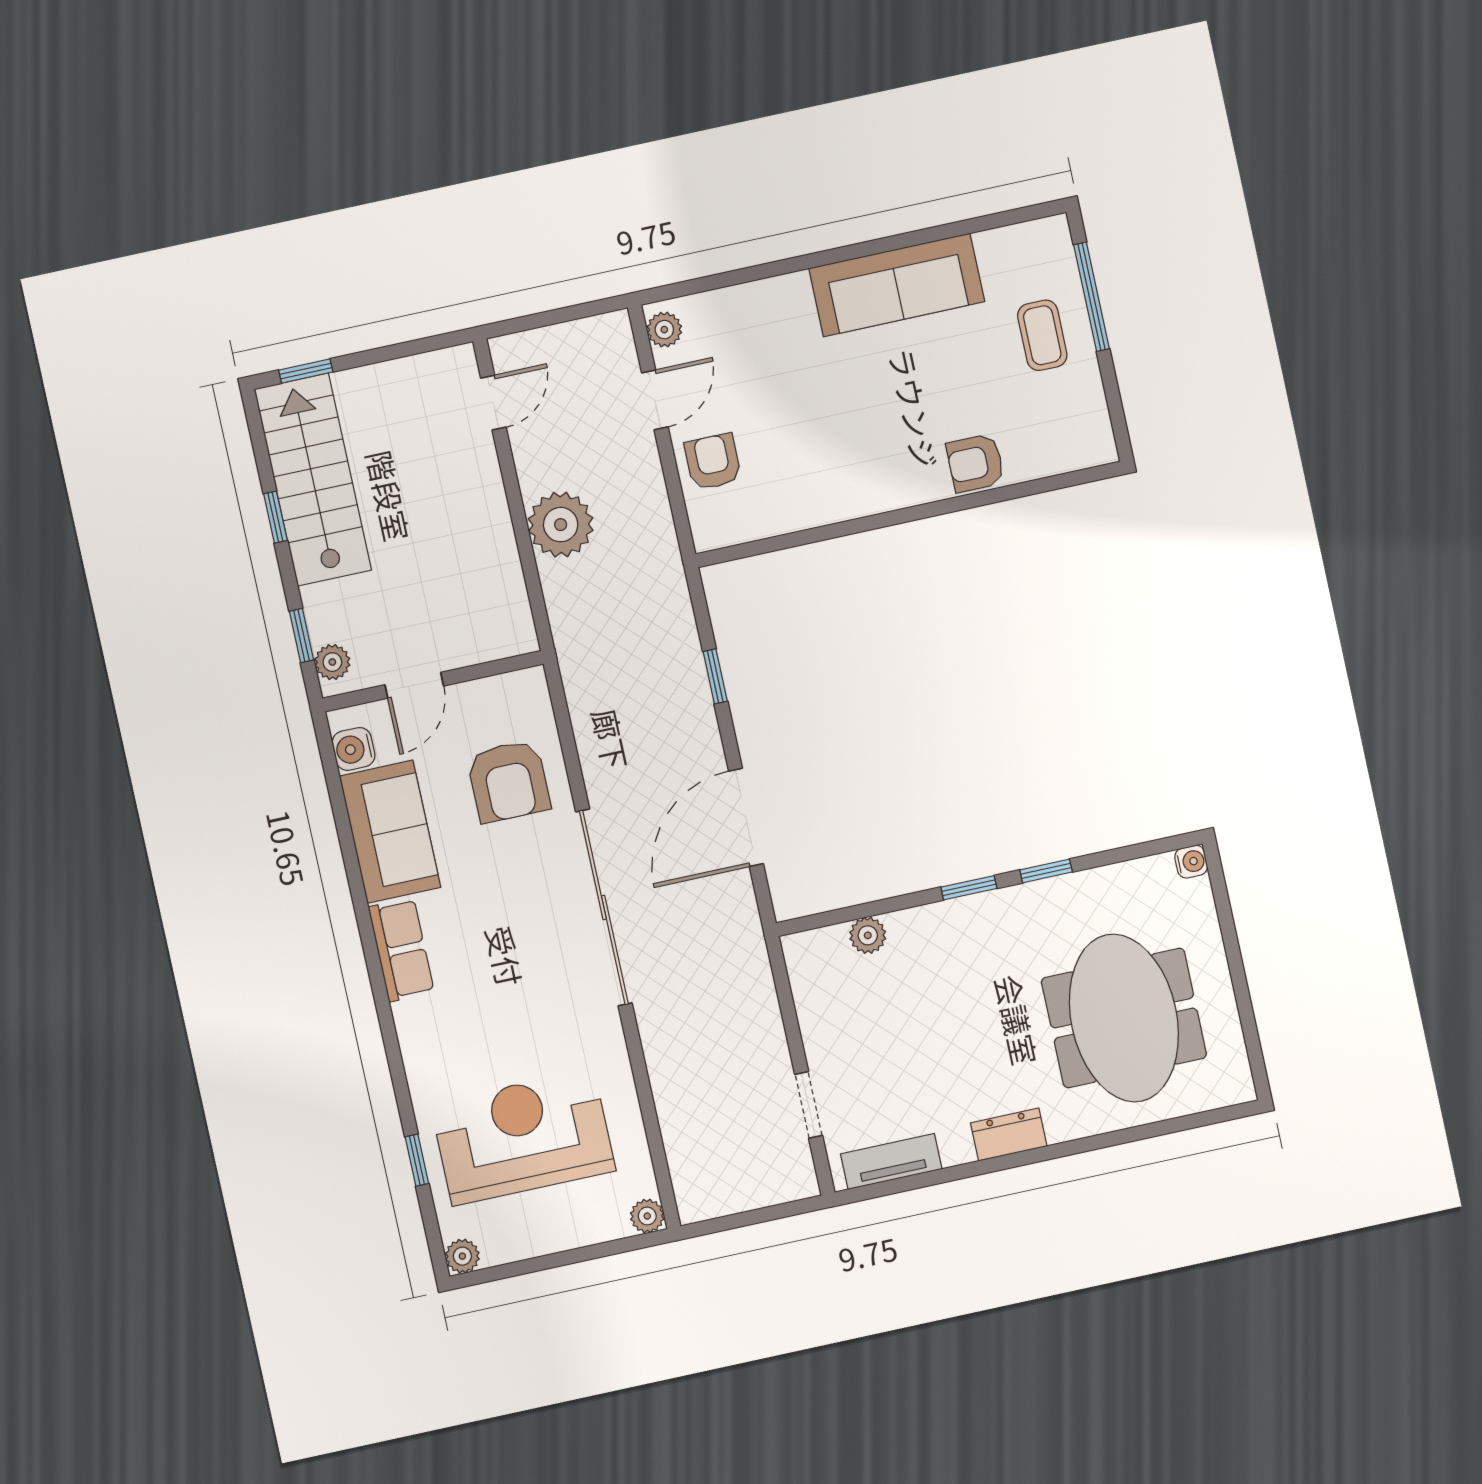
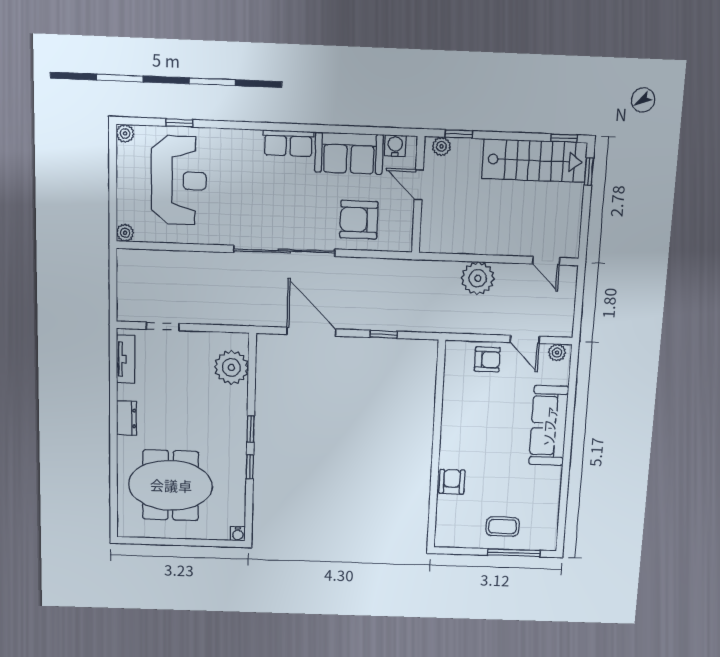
sofa: (897, 285) -> (549, 426), moved
window: (275, 517) -> (564, 138), moved
plant: (868, 935) -> (231, 367), width x1.87, depth x1.87

